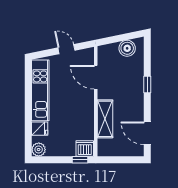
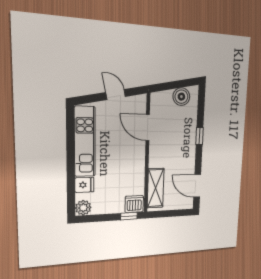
shelving: (105, 119) -> (156, 188), moved

